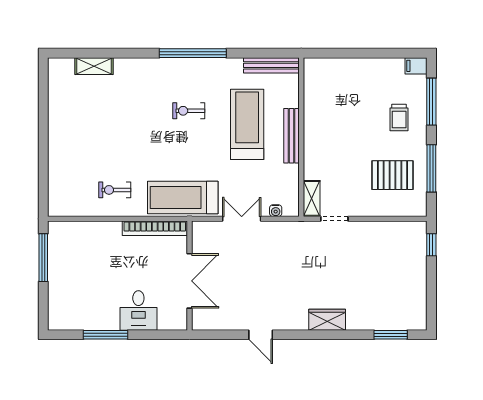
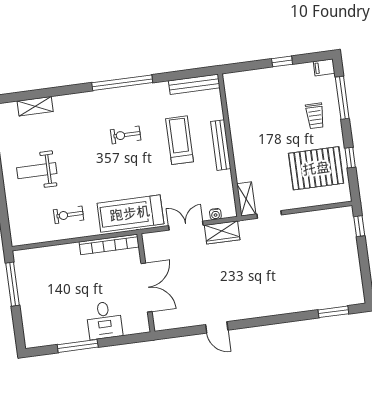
window: (371, 53) -> (282, 61), added
treadmill: (247, 124) -> (180, 140), width x0.73, depth x0.73
weight bench: (86, 137) -> (37, 171), added
window: (431, 168) -> (350, 158), width x0.46
pallet: (392, 175) -> (316, 168), width x1.37, depth x1.41
wardrobe: (327, 320) -> (222, 232), moved, turned 180

